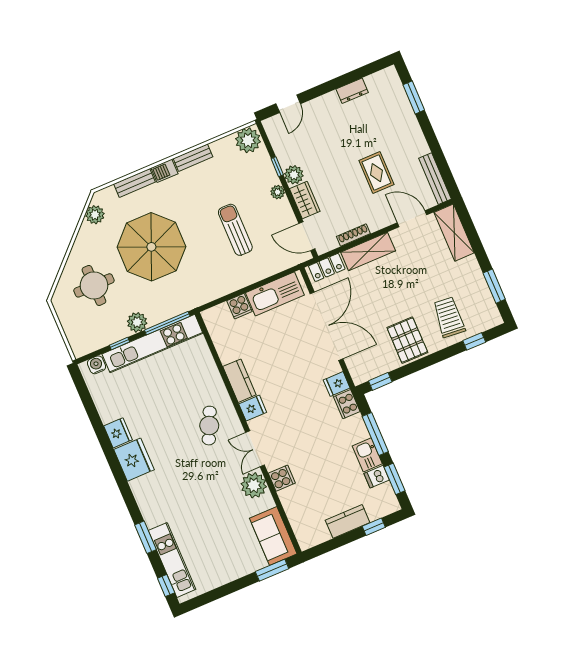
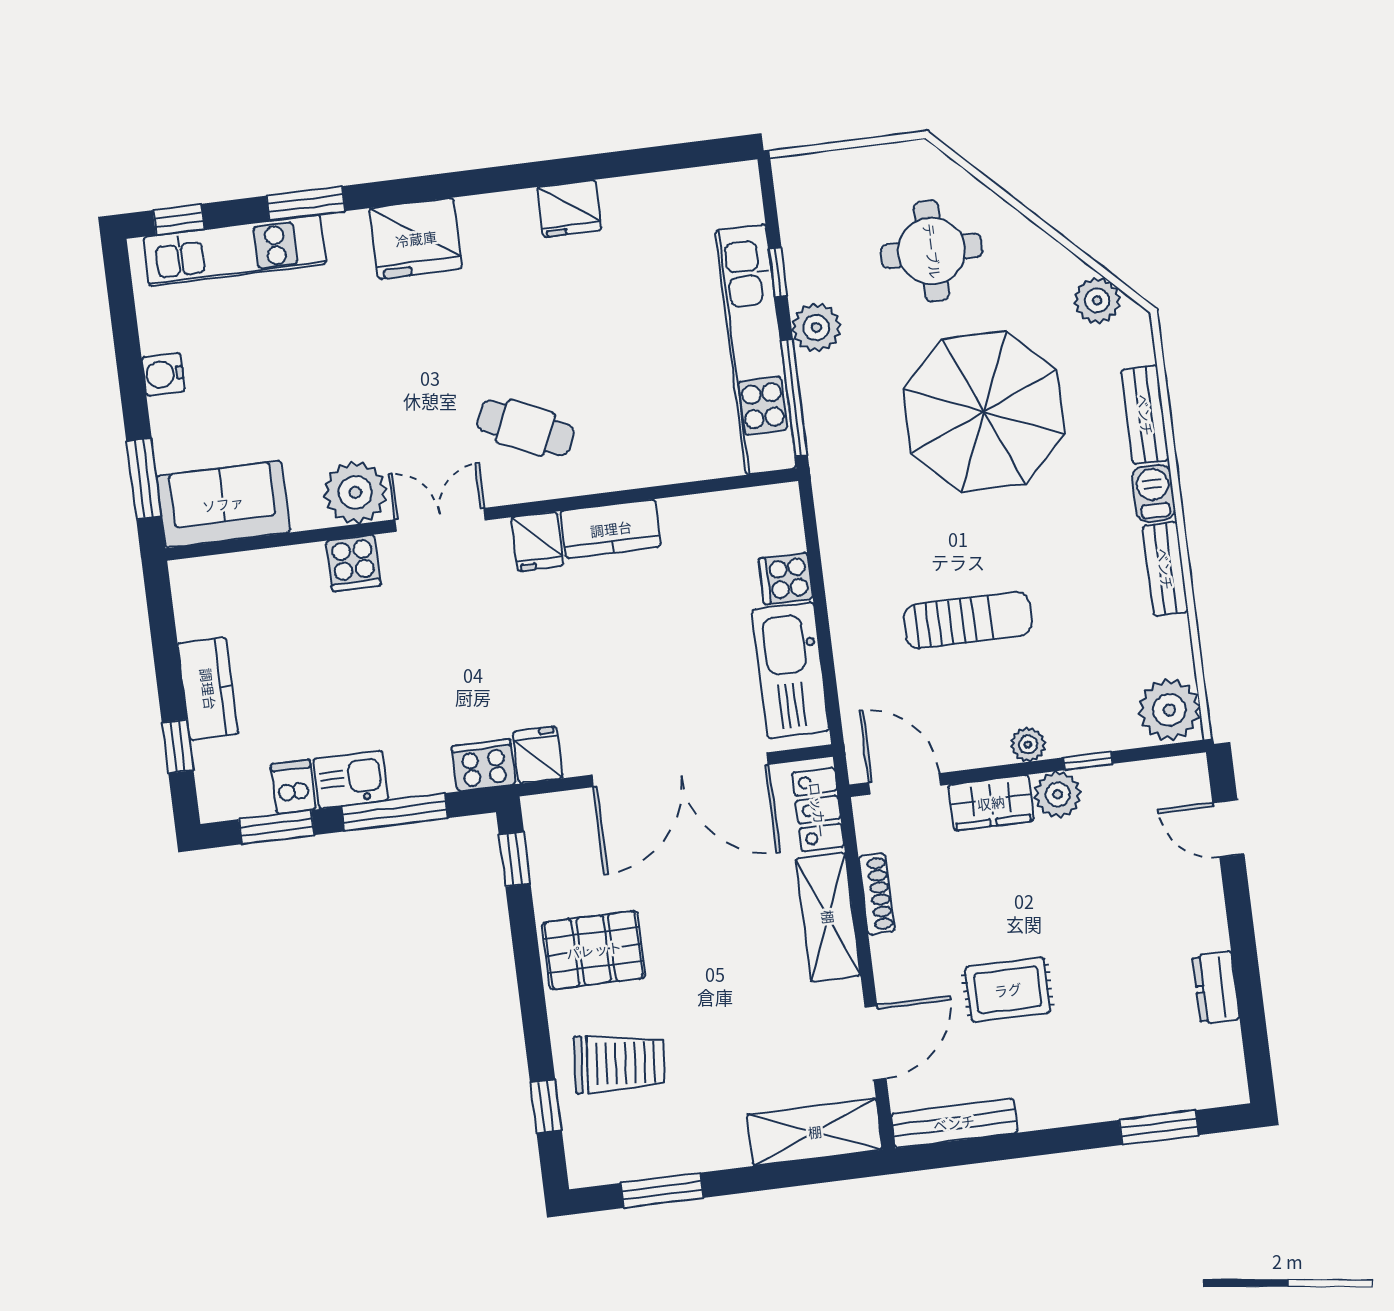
door: (307, 236) -> (905, 784), hinge flipped
water cooler: (96, 365) -> (163, 374), moved, turned 180
fridge: (134, 460) -> (416, 239), moved

